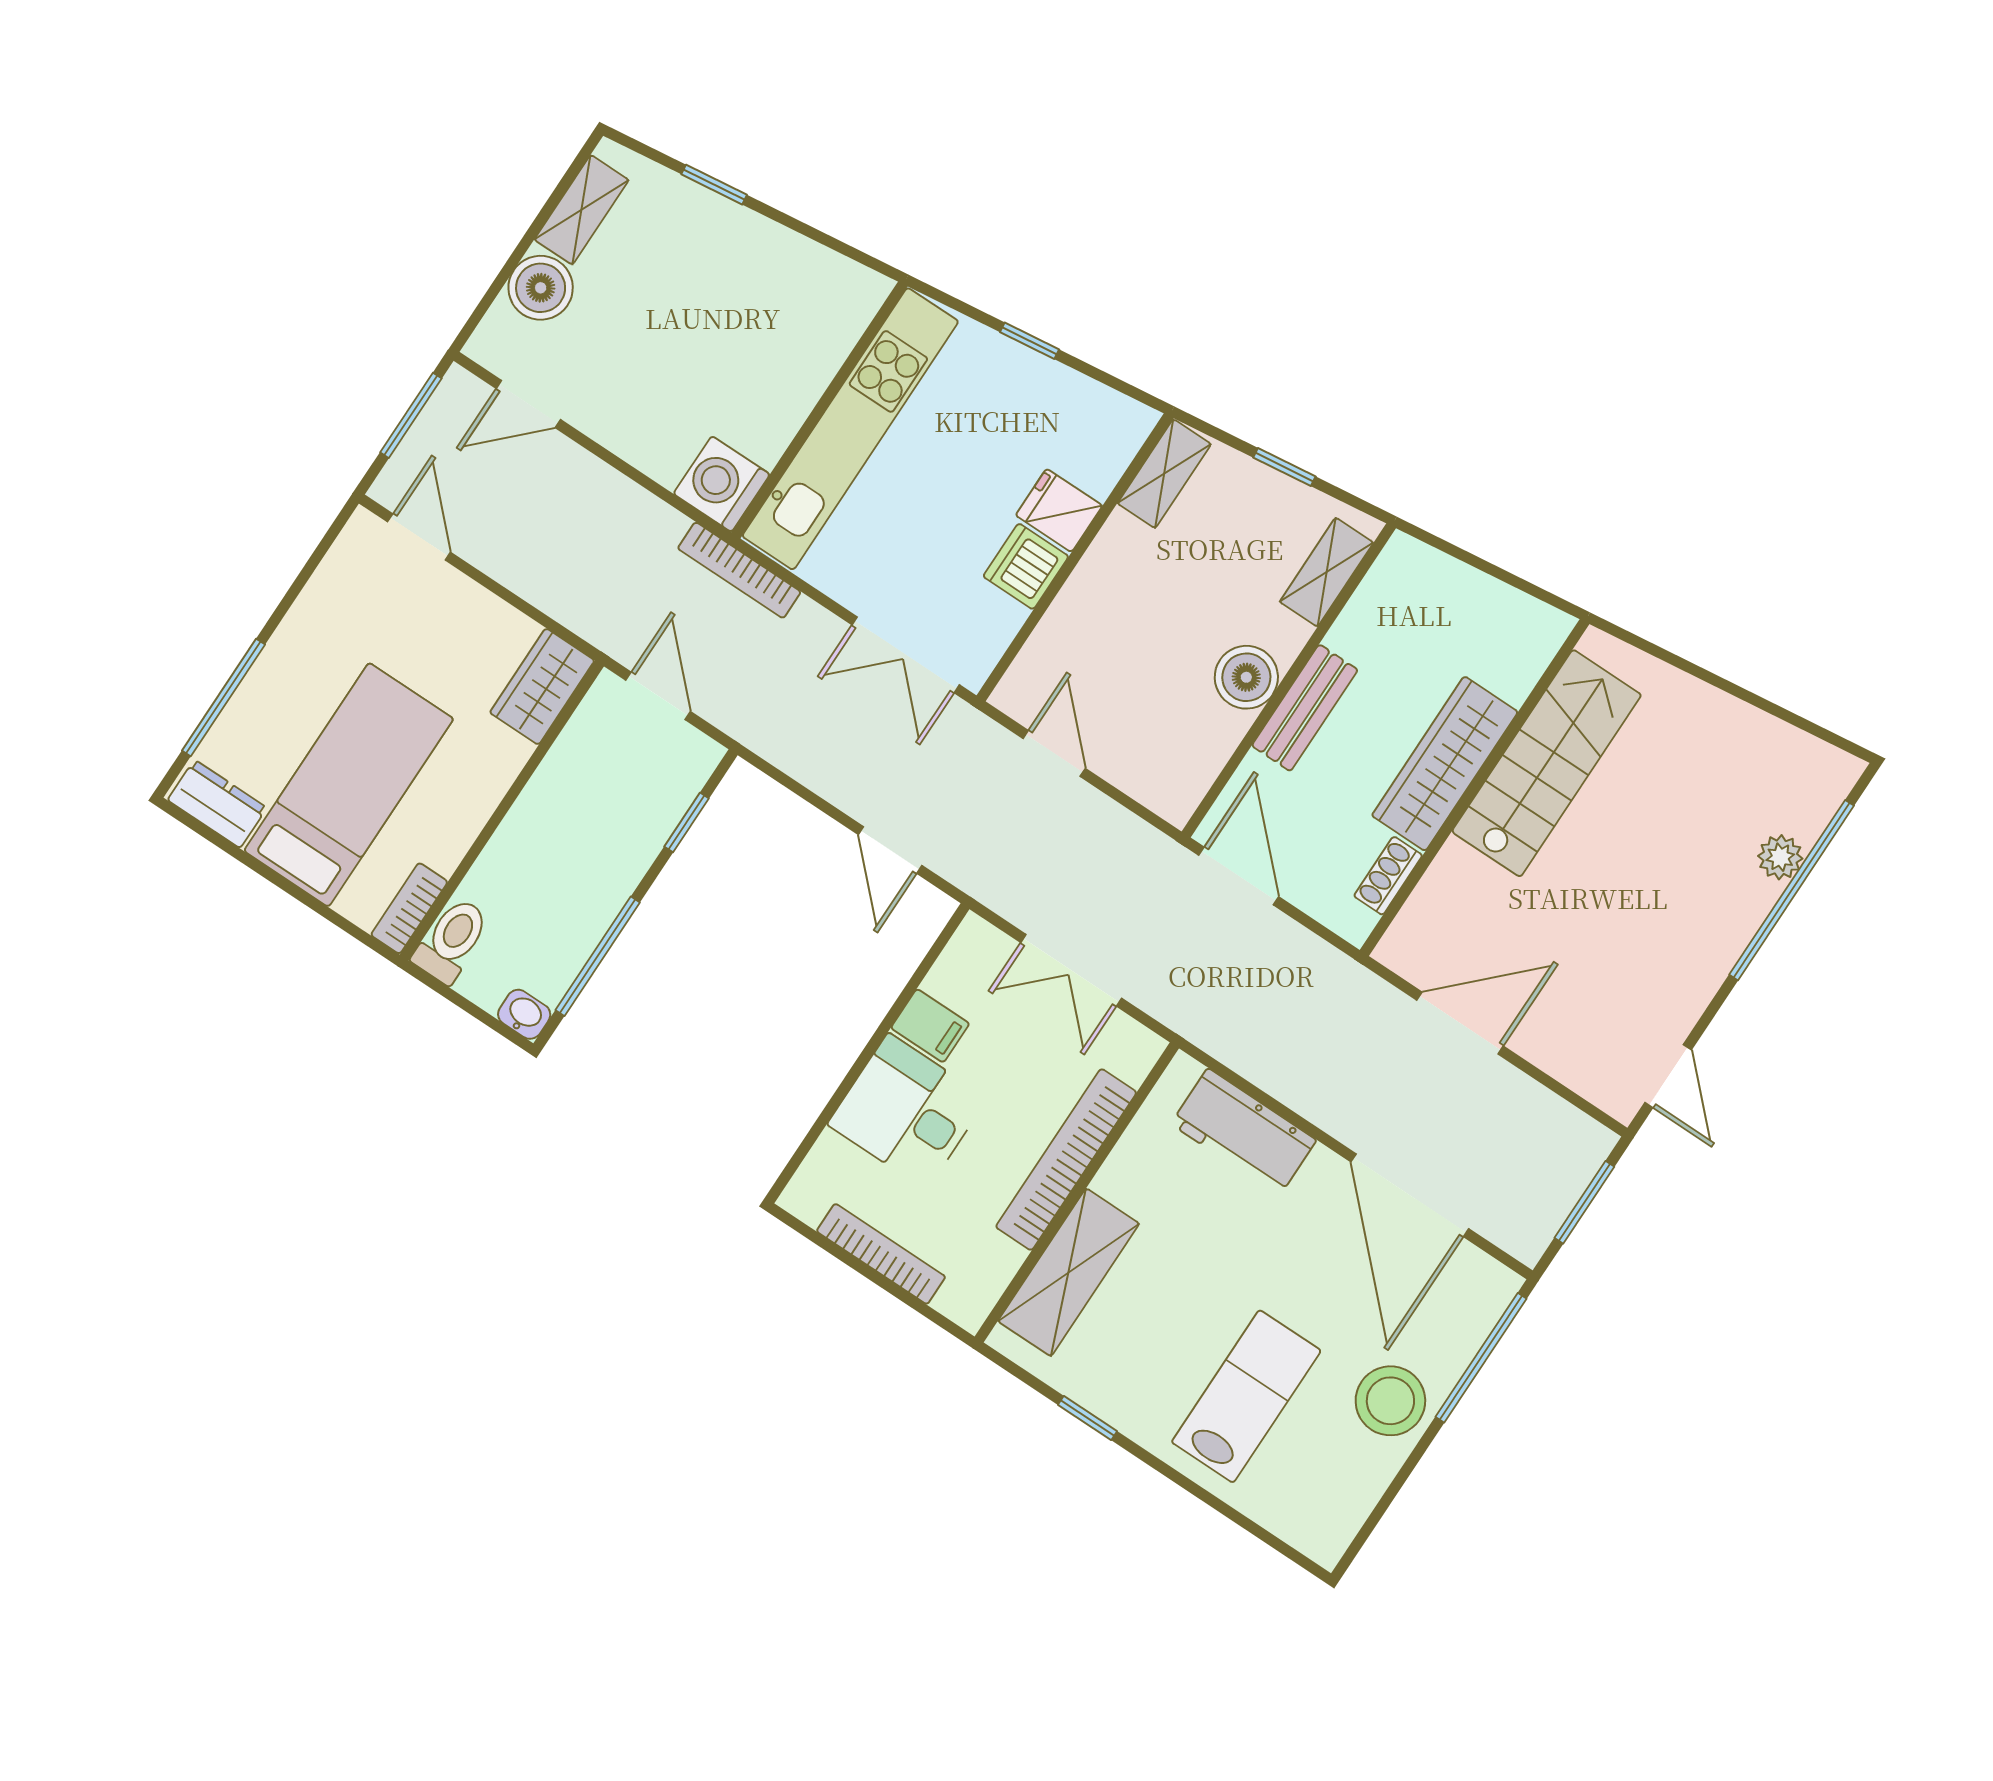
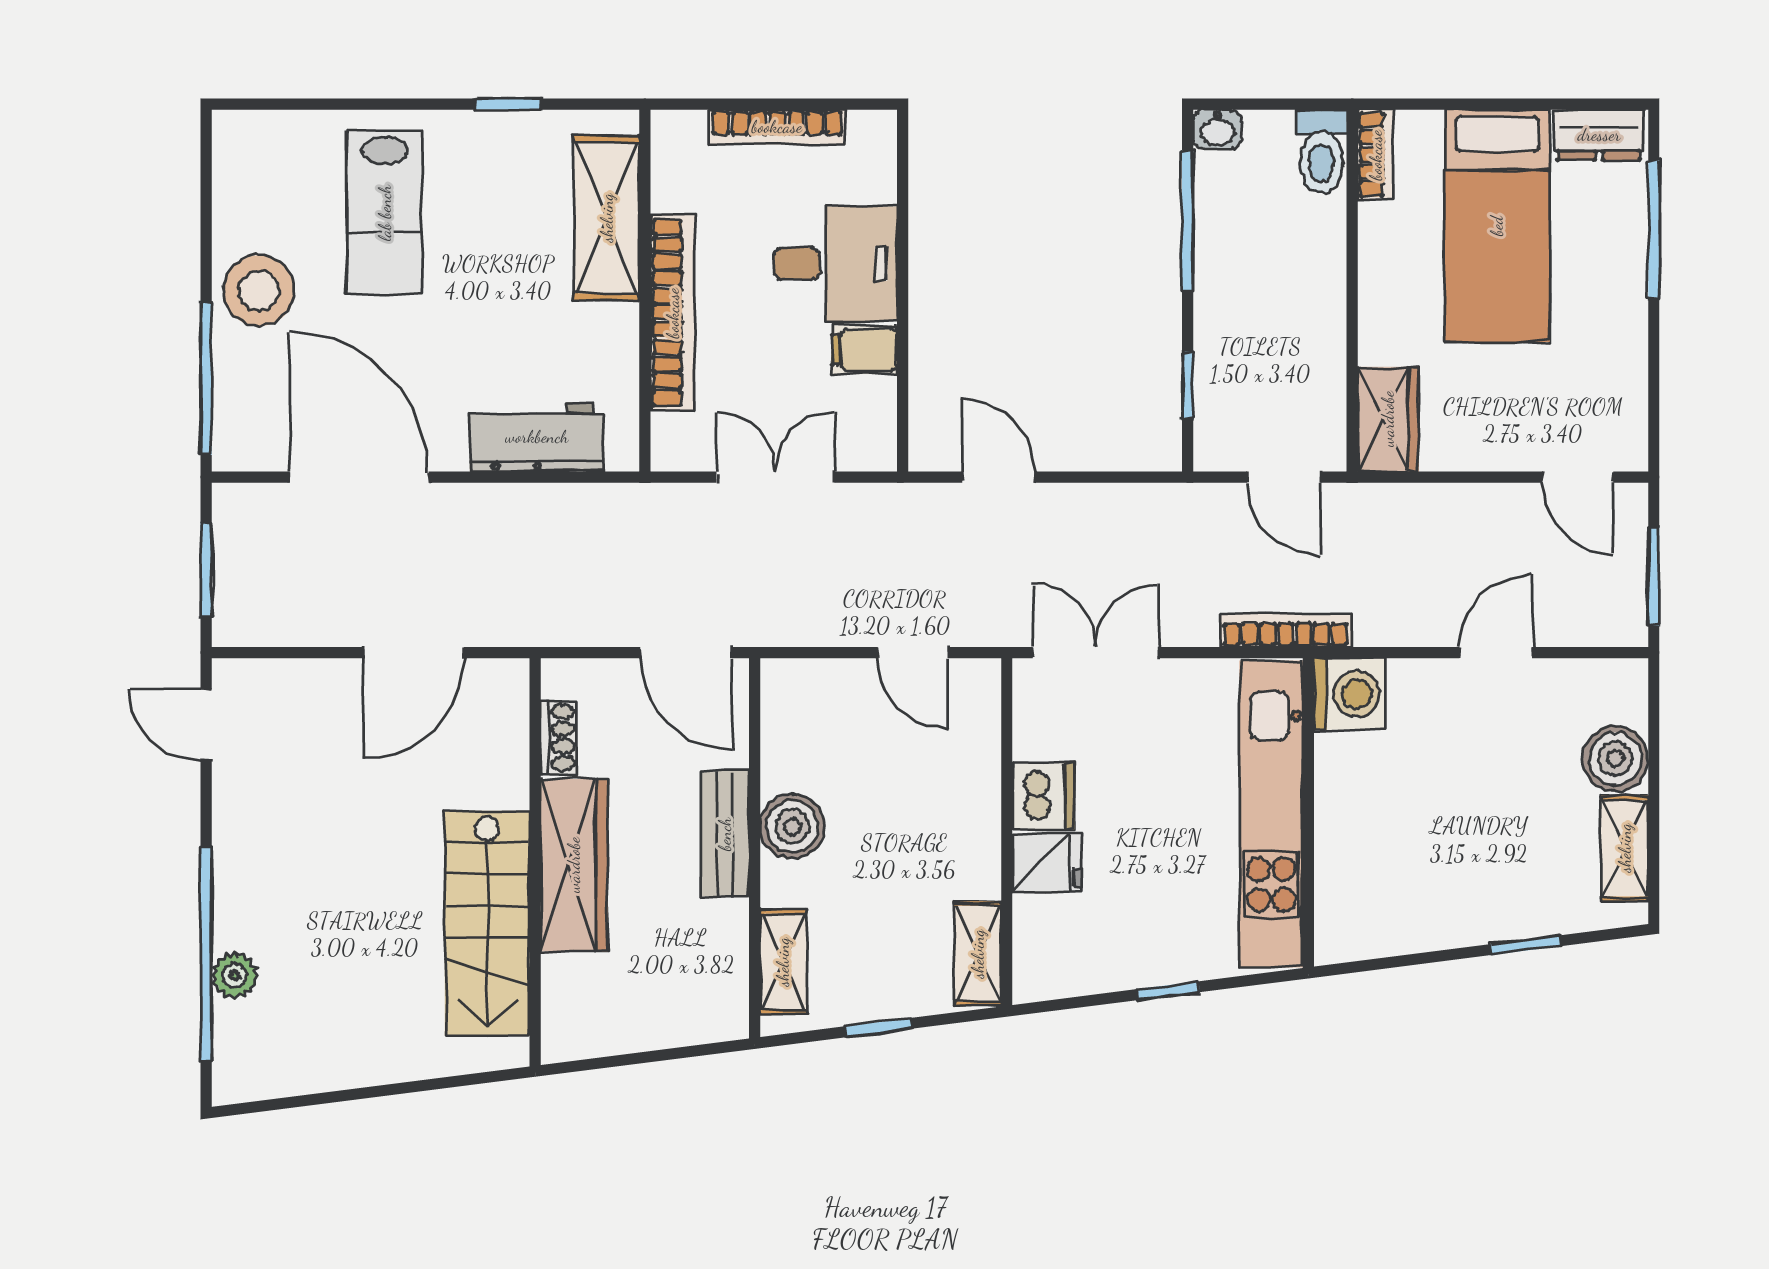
door: (528, 404) -> (1496, 653), moved

